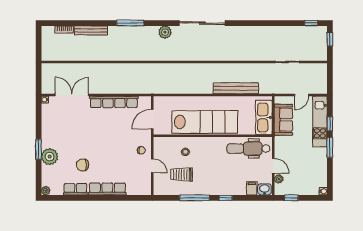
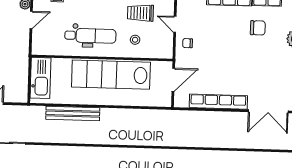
sofa: (283, 120) -> (17, 74), removed
dental chair: (248, 149) -> (90, 36), moved
door: (273, 166) -> (31, 20), swing flipped
trolley: (182, 174) -> (140, 13), turned 180

